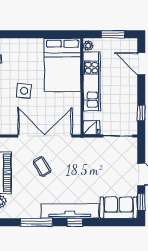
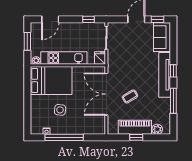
side table: (24, 91) -> (60, 110), moved

